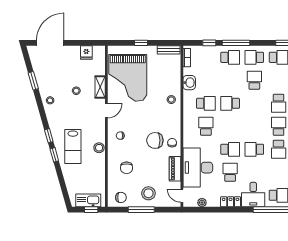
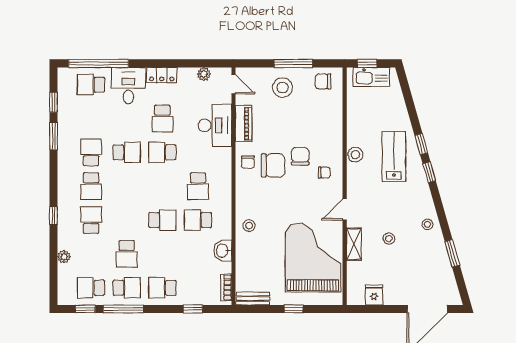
window: (236, 43) -> (123, 309), moved
chair: (127, 168) -> (300, 156), moved
desk: (198, 168) -> (215, 125), width x0.73, depth x0.77

